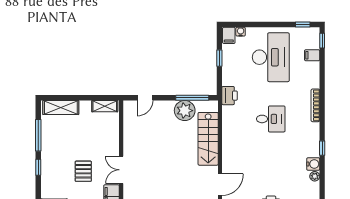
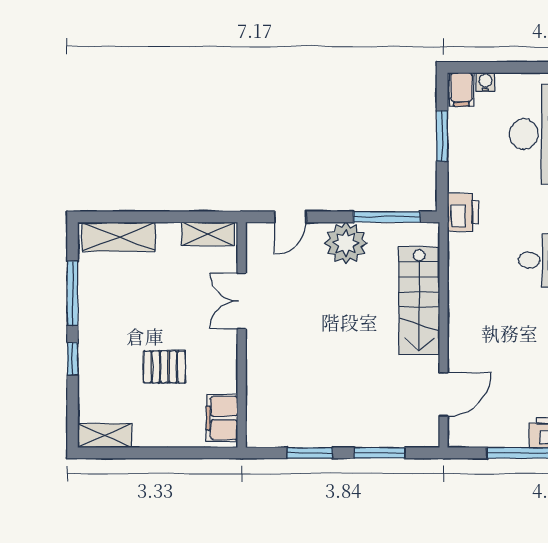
window: (219, 58) -> (442, 136), width x1.50
plant: (185, 111) -> (346, 243), moved
double door: (121, 170) -> (242, 301), moved
pallet: (83, 171) -> (164, 367), turned 90

